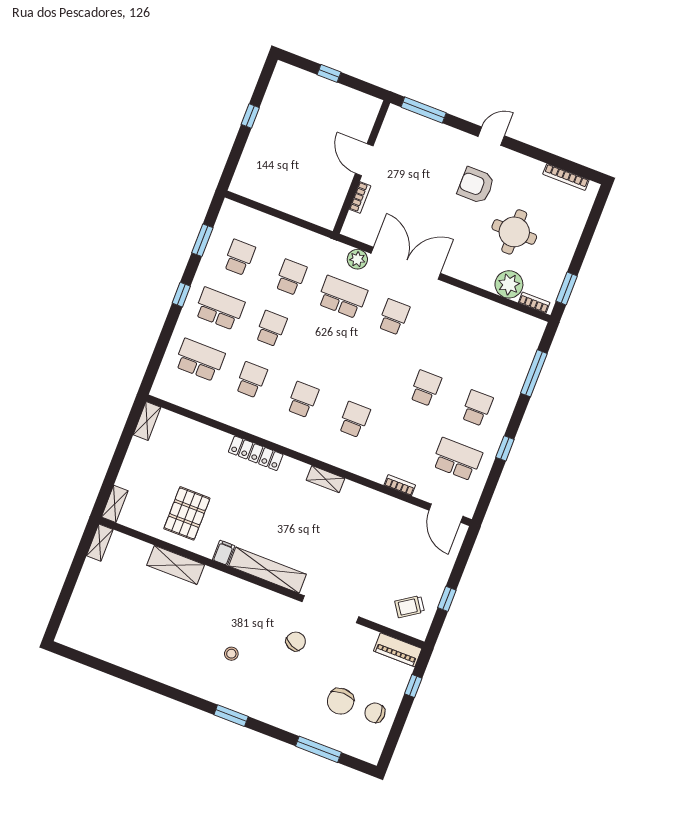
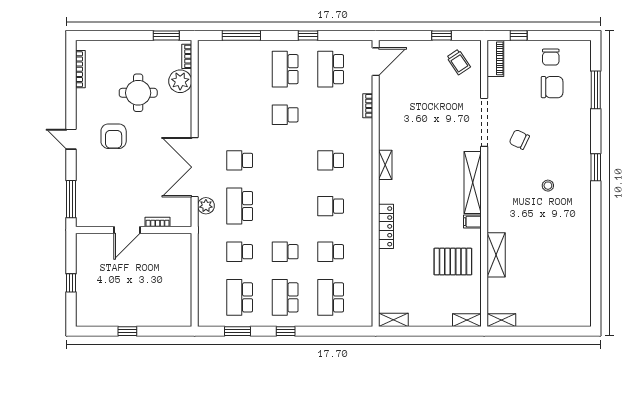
school desk: (239, 257) -> (240, 297), width x1.85
school desk: (477, 408) -> (285, 69), width x1.85

